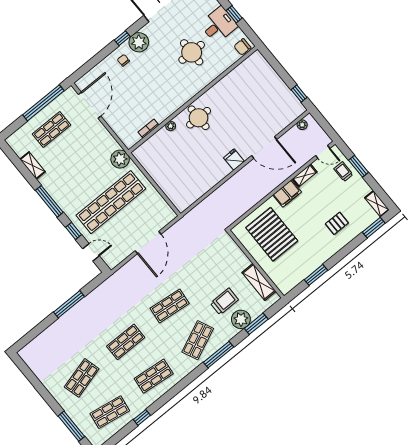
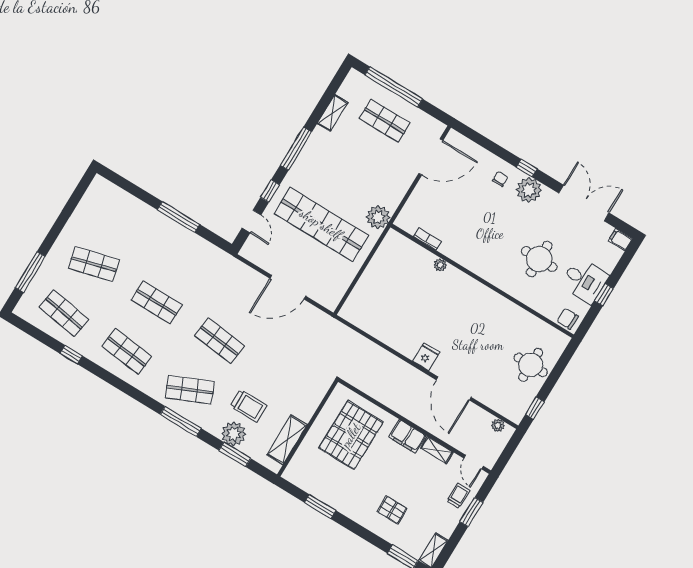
window: (43, 103) -> (394, 87), moved
round table: (199, 118) -> (531, 365), moved

